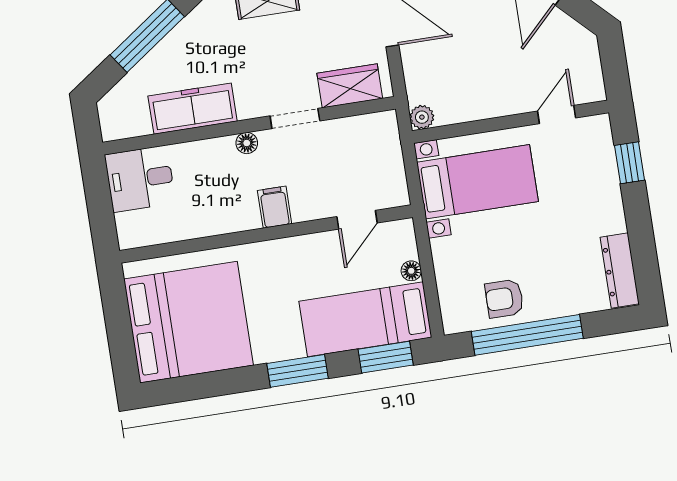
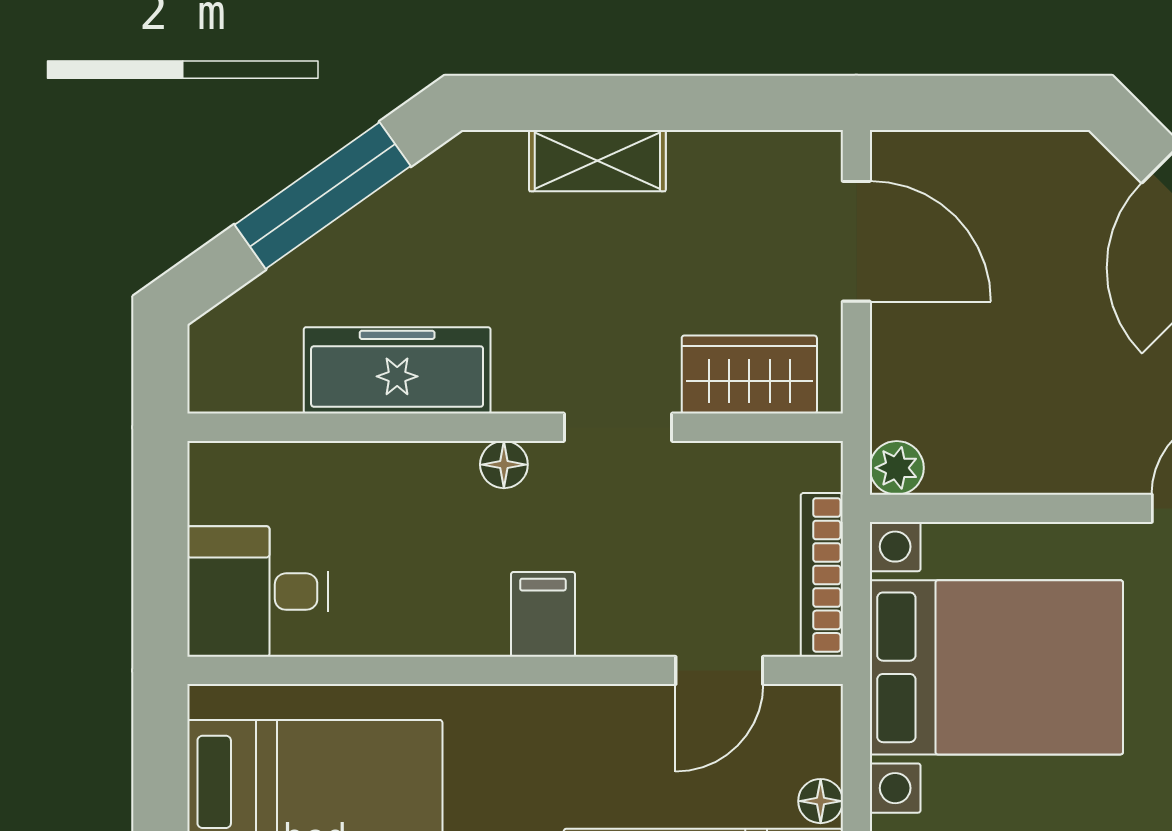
bookcase: (396, 170) -> (822, 575), added
desk: (140, 179) -> (258, 592), moved
bed with nightstands: (477, 182) -> (996, 667), width x1.36

